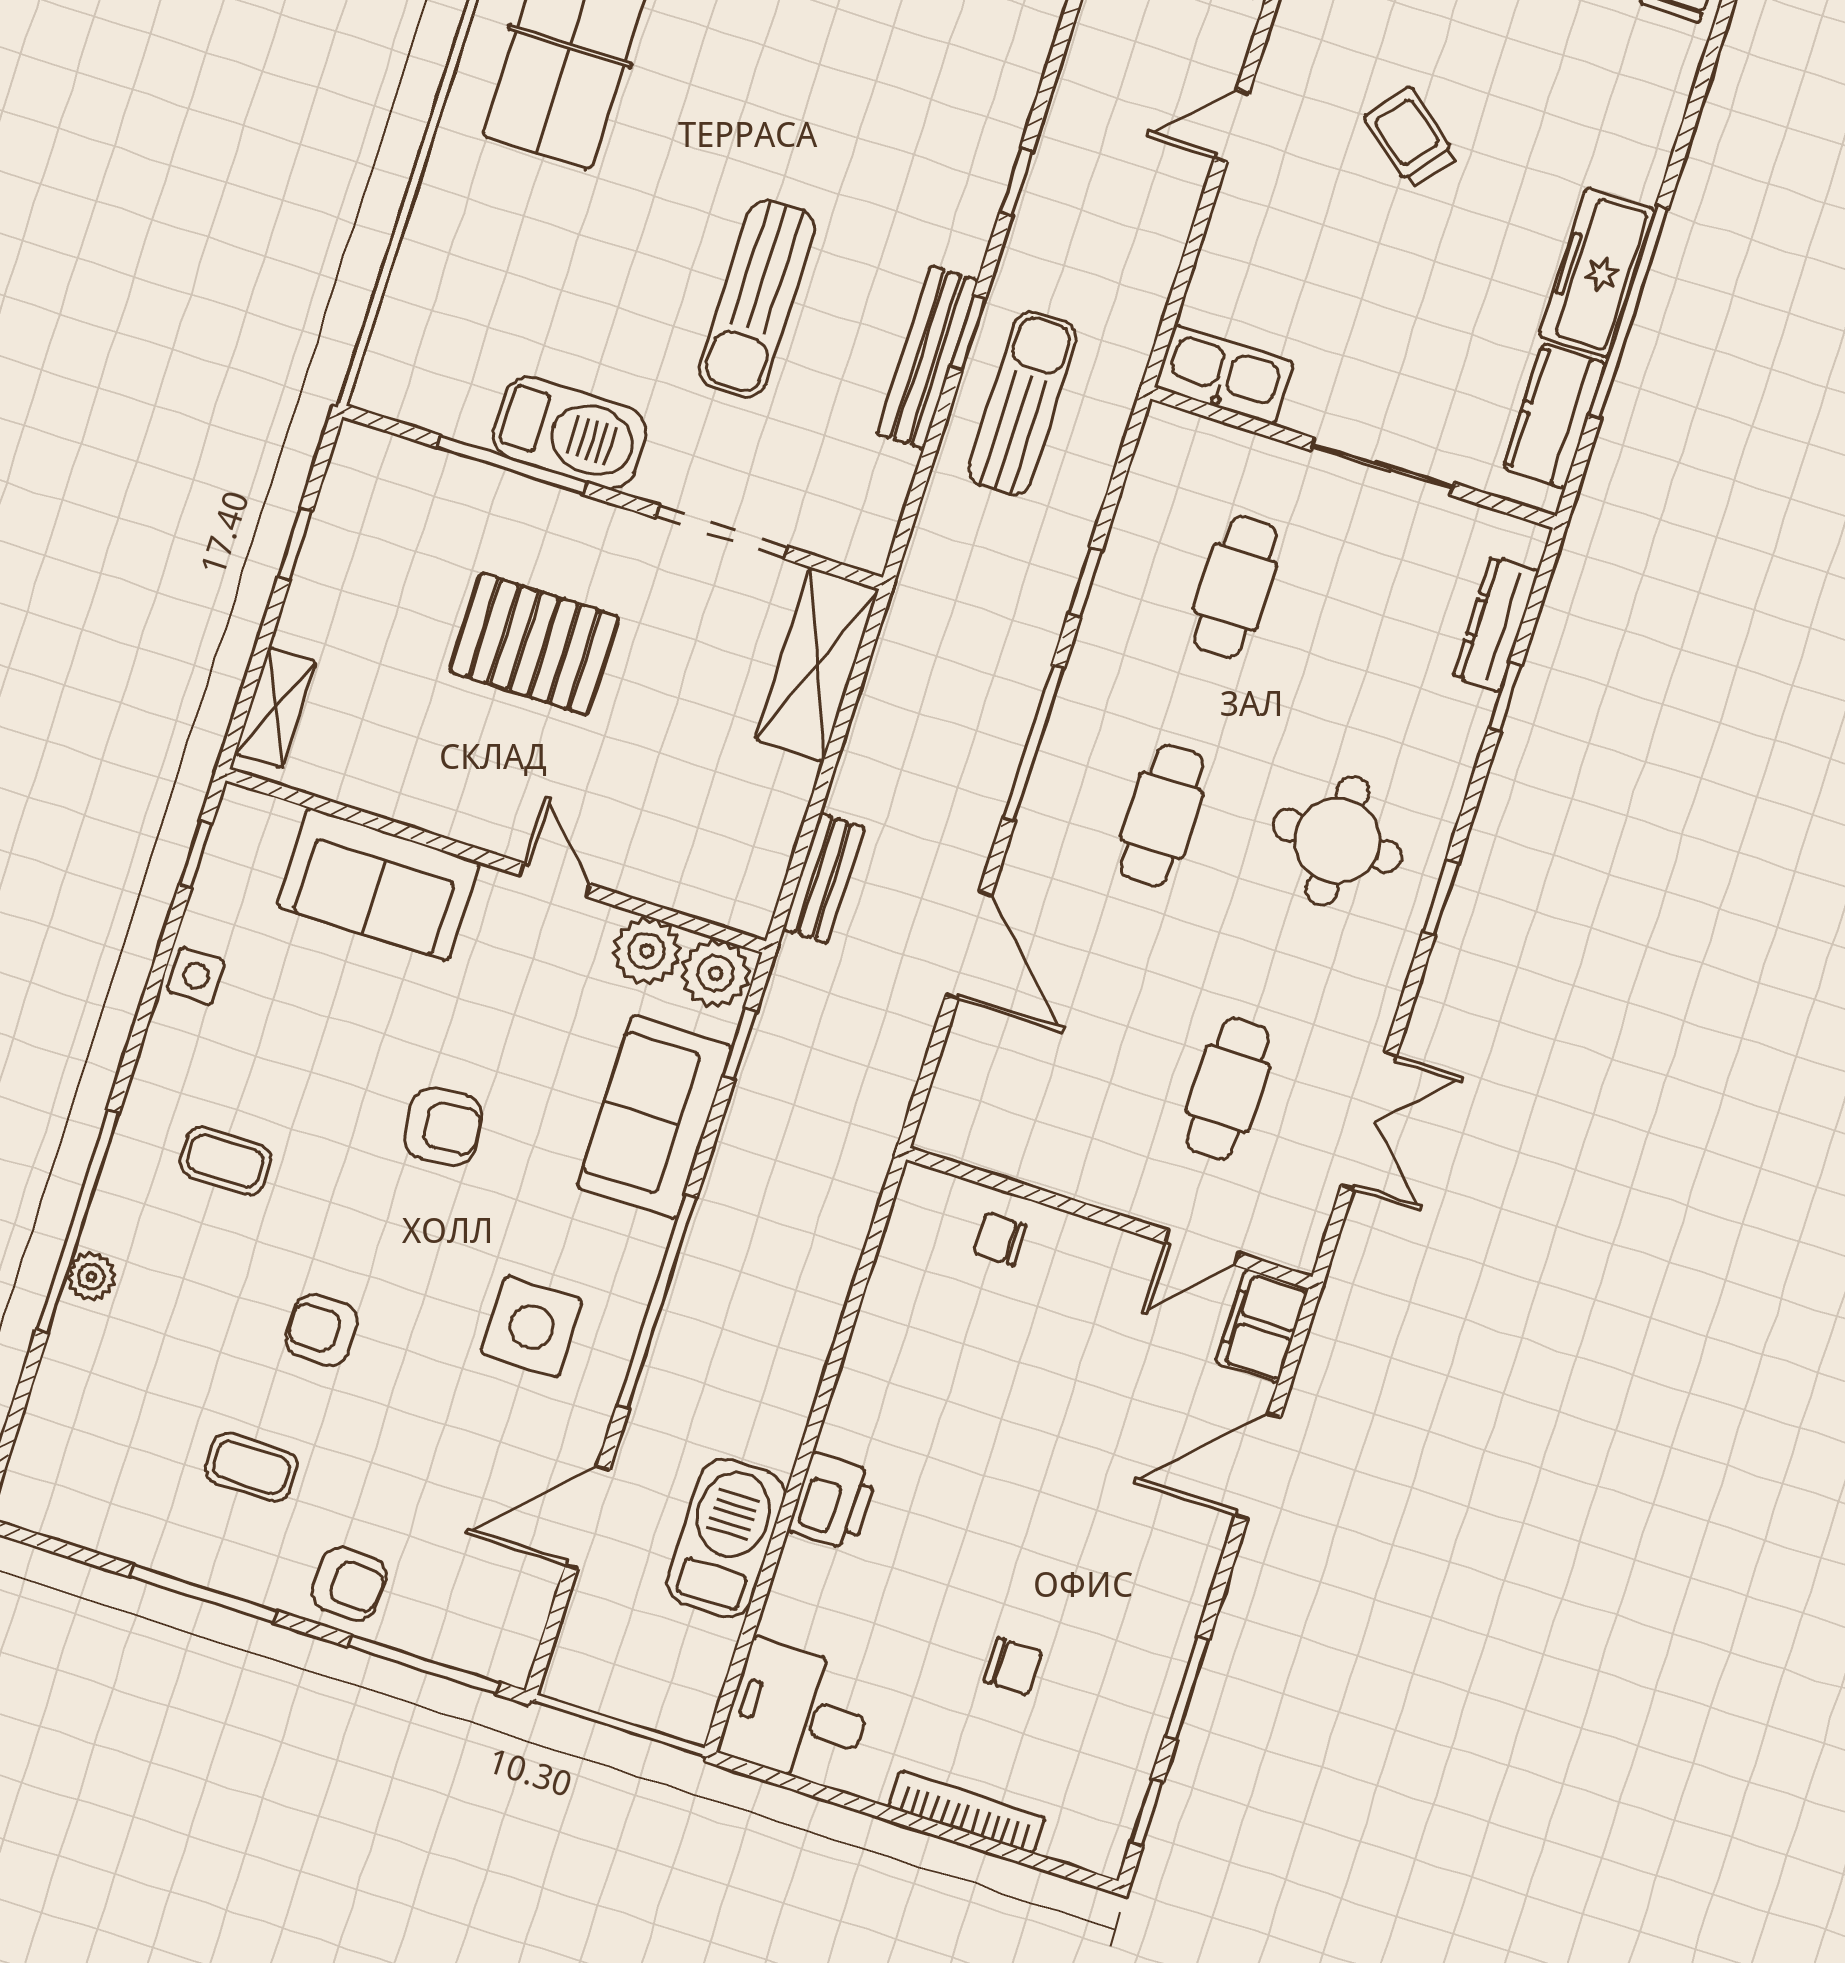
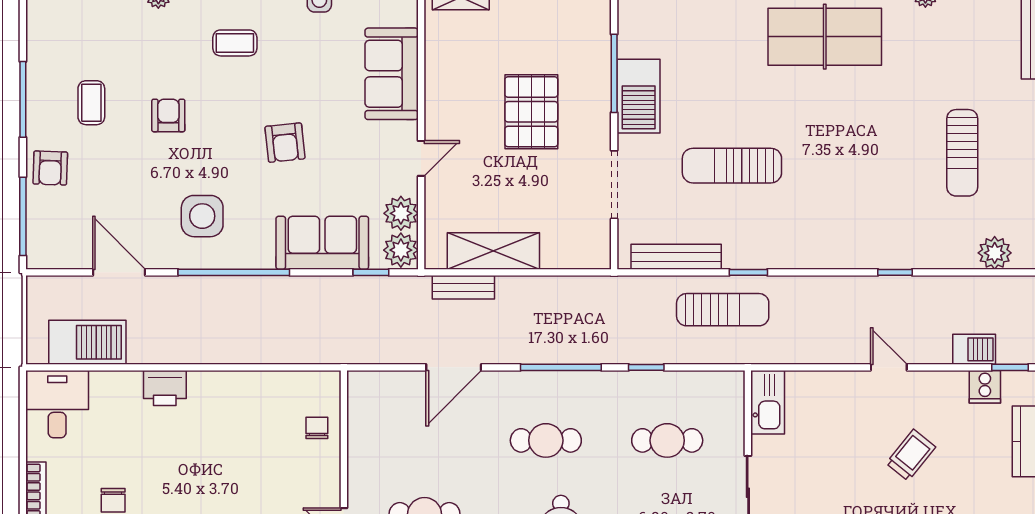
window: (1016, 182) -> (895, 272), moved
bench: (928, 357) -> (676, 257), moved
shelving: (817, 664) -> (493, 251), moved
coffee table: (225, 1161) -> (235, 43), turned 90
barbecue: (726, 1538) -> (87, 342), moved

